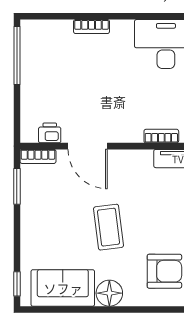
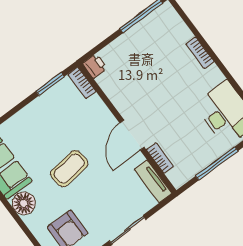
printer: (50, 133) -> (95, 66), moved
door: (88, 146) -> (132, 135), moved

